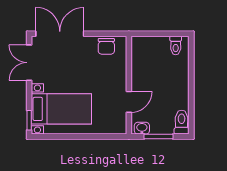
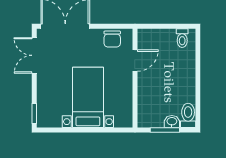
door: (129, 102) -> (135, 61), moved
bed with nightstands: (61, 109) -> (88, 97), moved, turned -90
washbasin: (142, 128) -> (172, 122), moved

